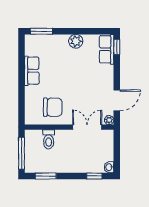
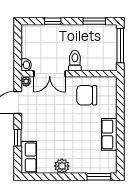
window: (117, 47) -> (18, 138), moved
toilet: (49, 139) -> (75, 61), moved
washbasin: (109, 167) -> (26, 65), moved
window: (94, 176) -> (53, 21), moved

